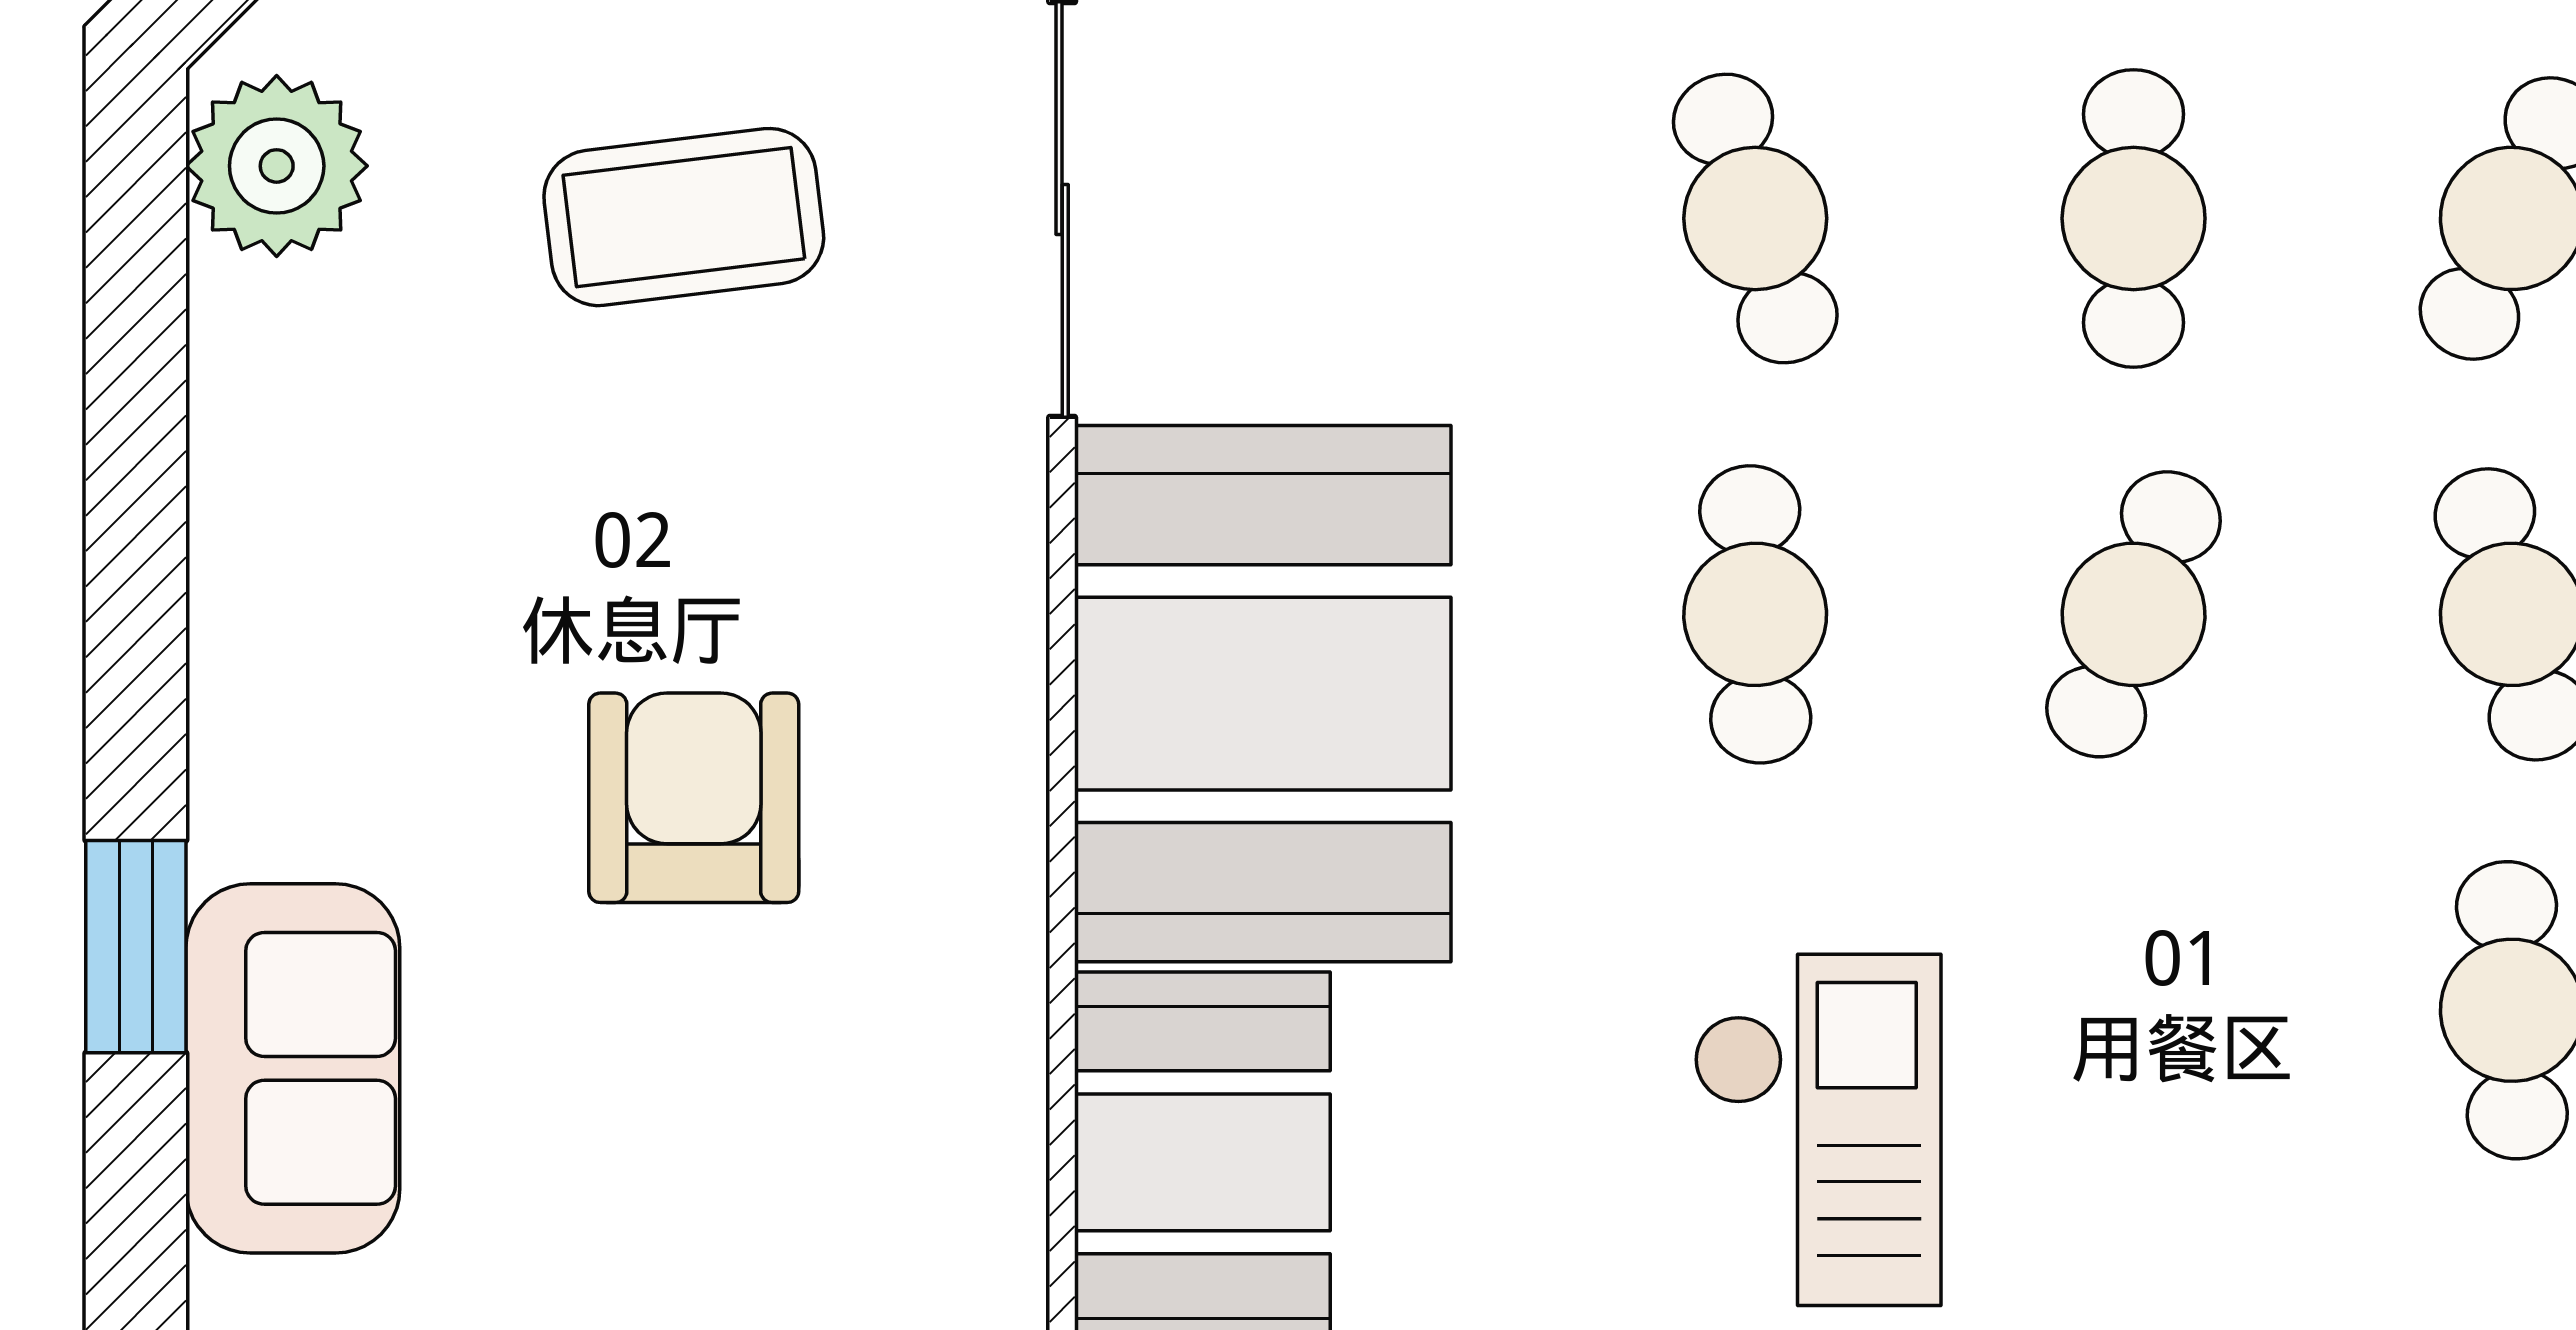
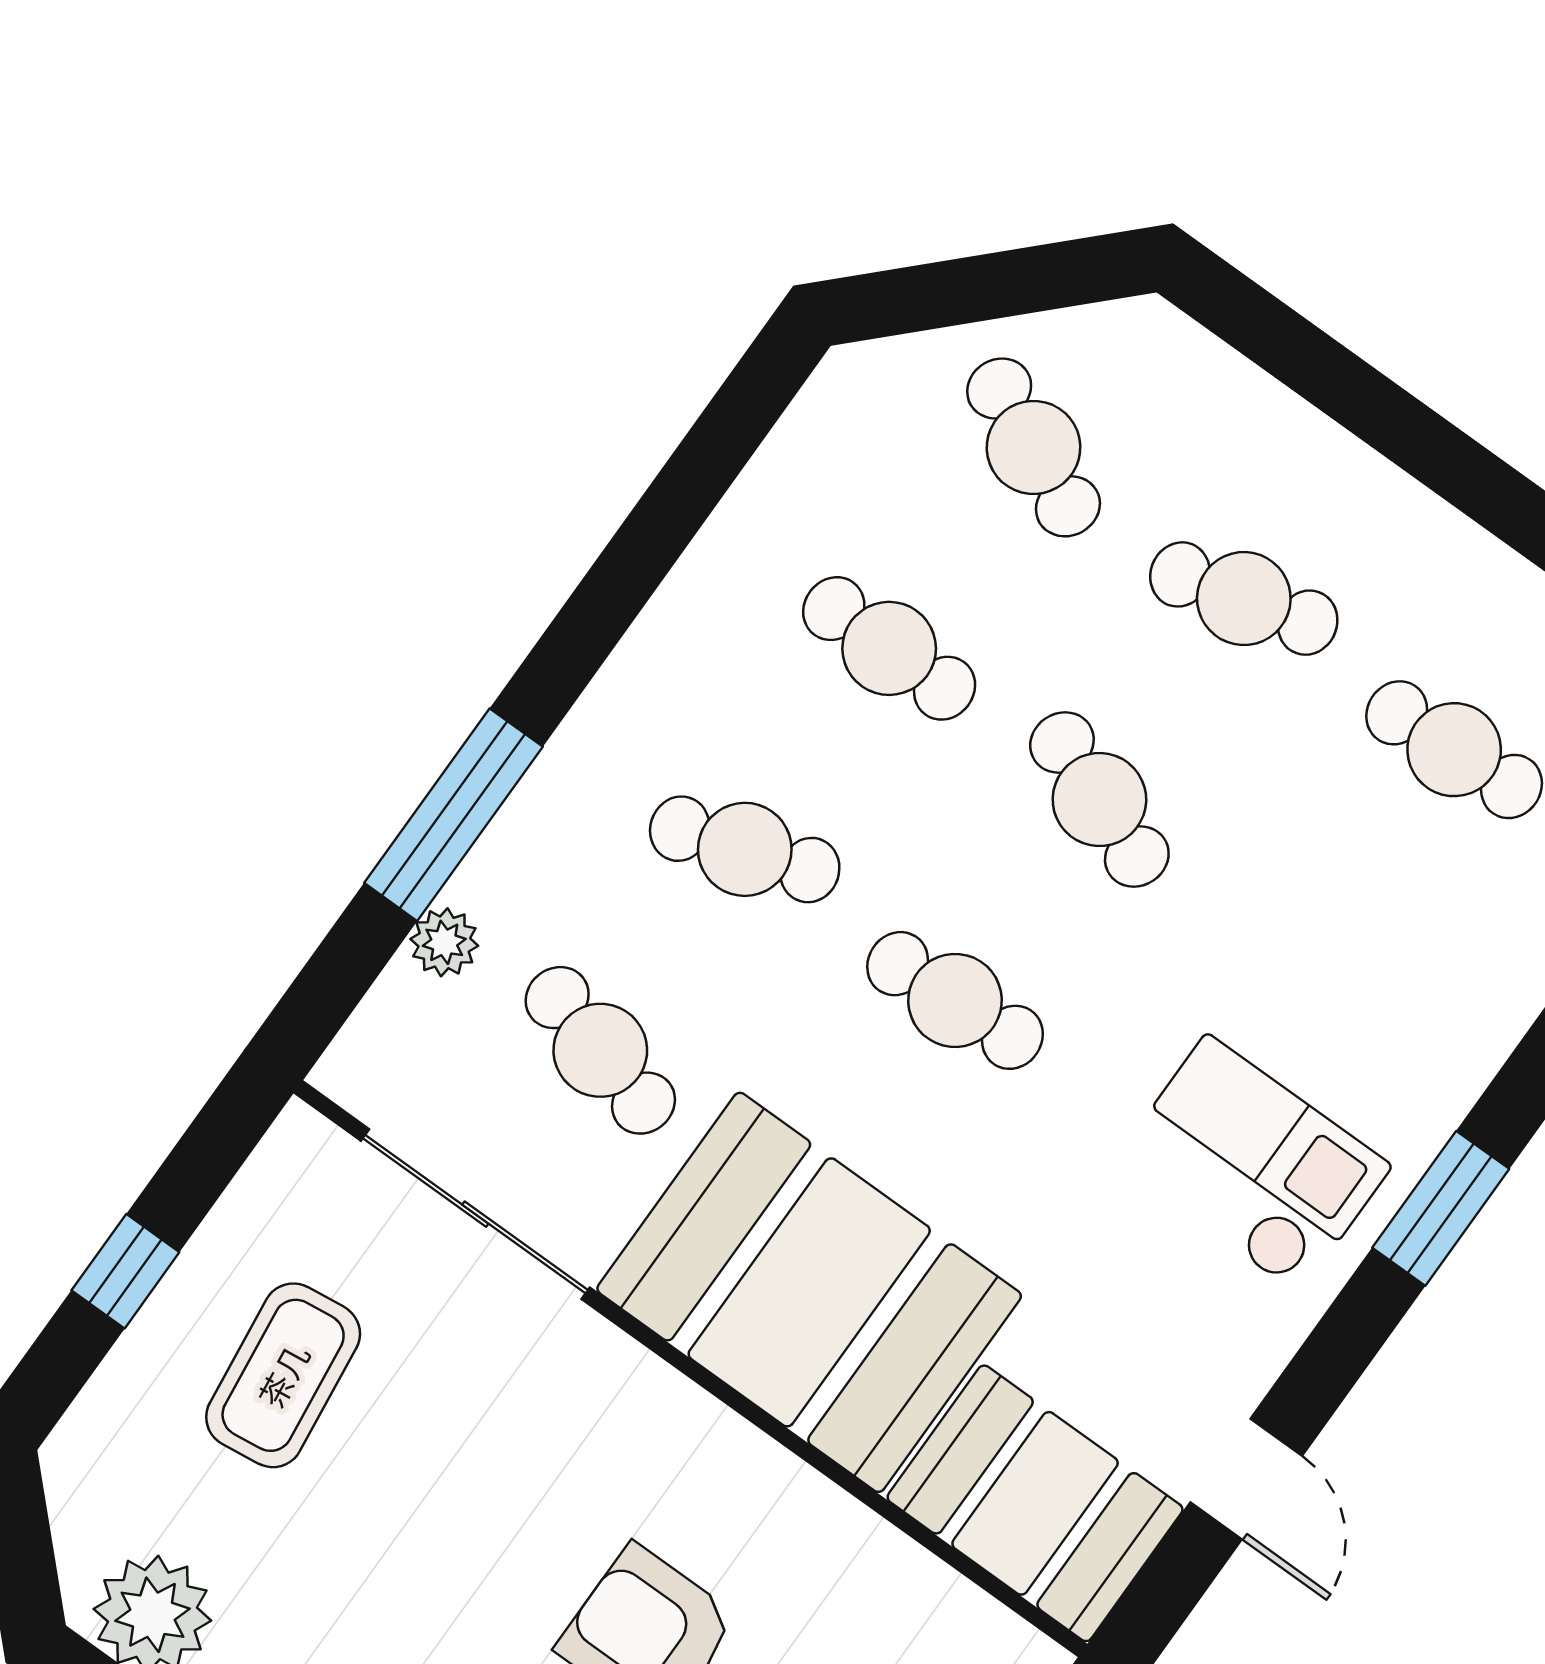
coffee table: (684, 217) -> (283, 1375), moved
cafe table: (1377, 218) -> (600, 1050), added

